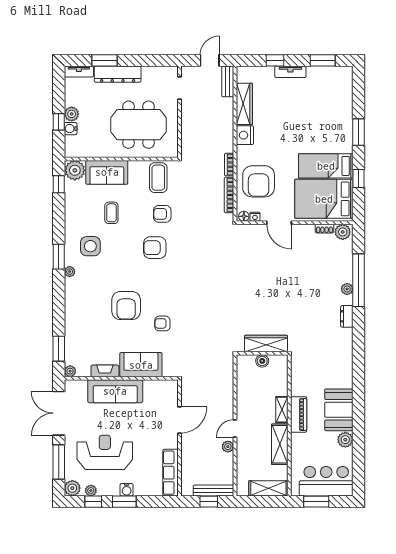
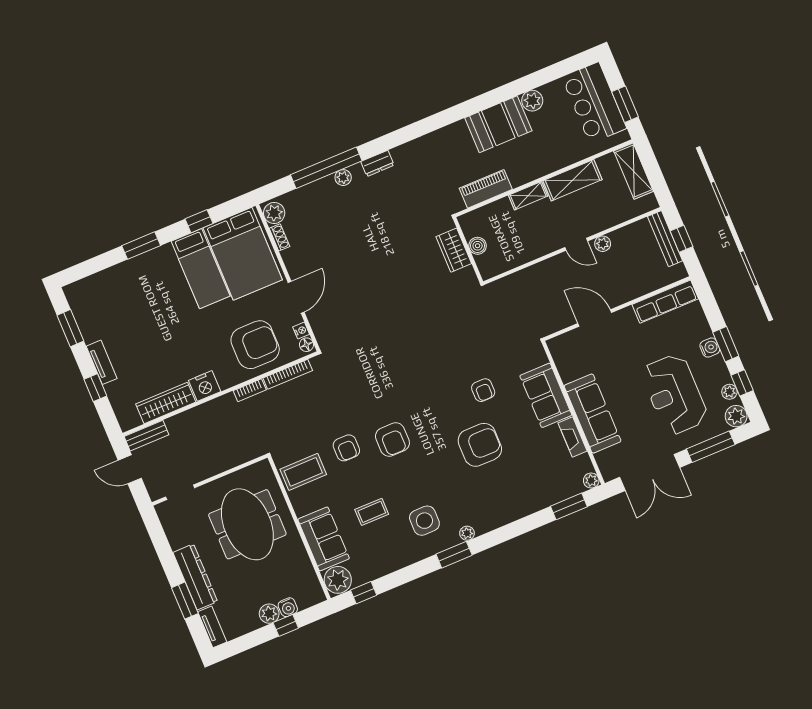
wardrobe: (266, 344) -> (454, 250), width x0.67
piano: (299, 414) -> (486, 189), moved

